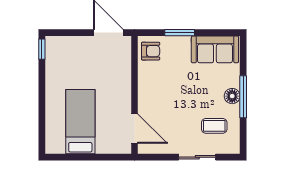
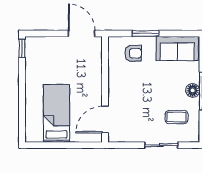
armchair: (151, 51) -> (133, 53), moved
door: (135, 129) -> (105, 120), swing flipped

